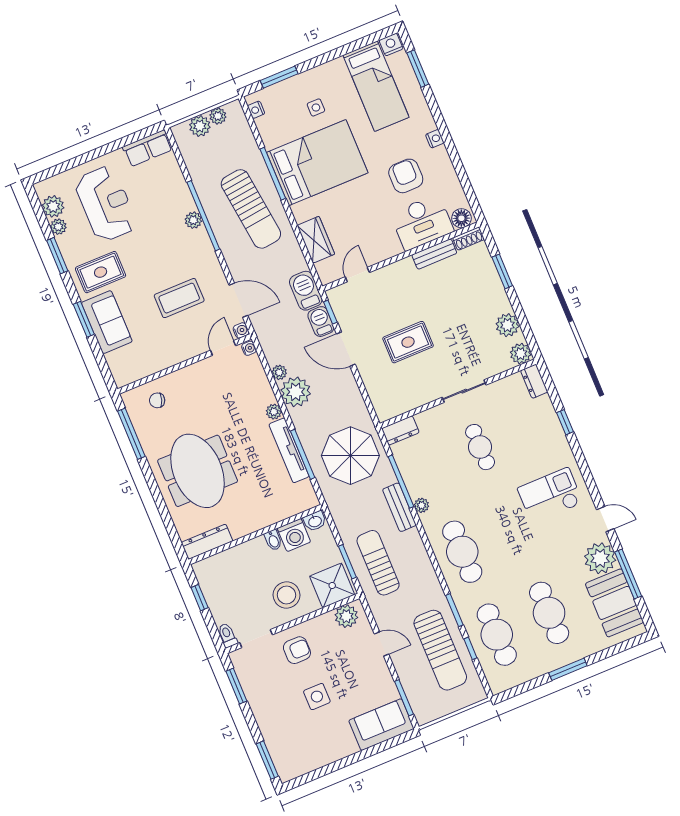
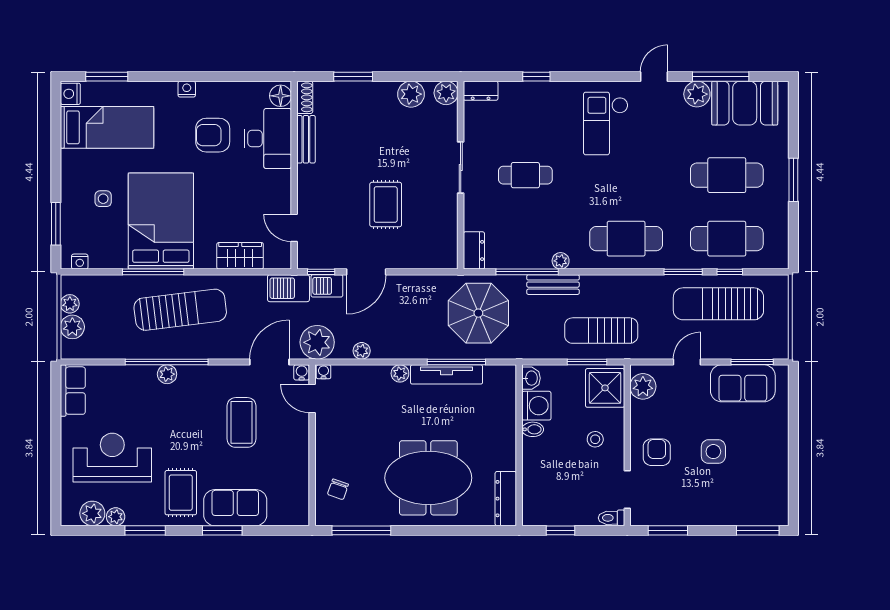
plant: (296, 392) -> (317, 342), moved
plant: (600, 558) -> (697, 94), width x0.73, depth x0.73
stool: (287, 595) -> (595, 439), width x0.53, depth x0.53
sun lounger: (440, 650) -> (718, 304), turned 180
sofa: (381, 725) -> (743, 383), moved, turned -90

